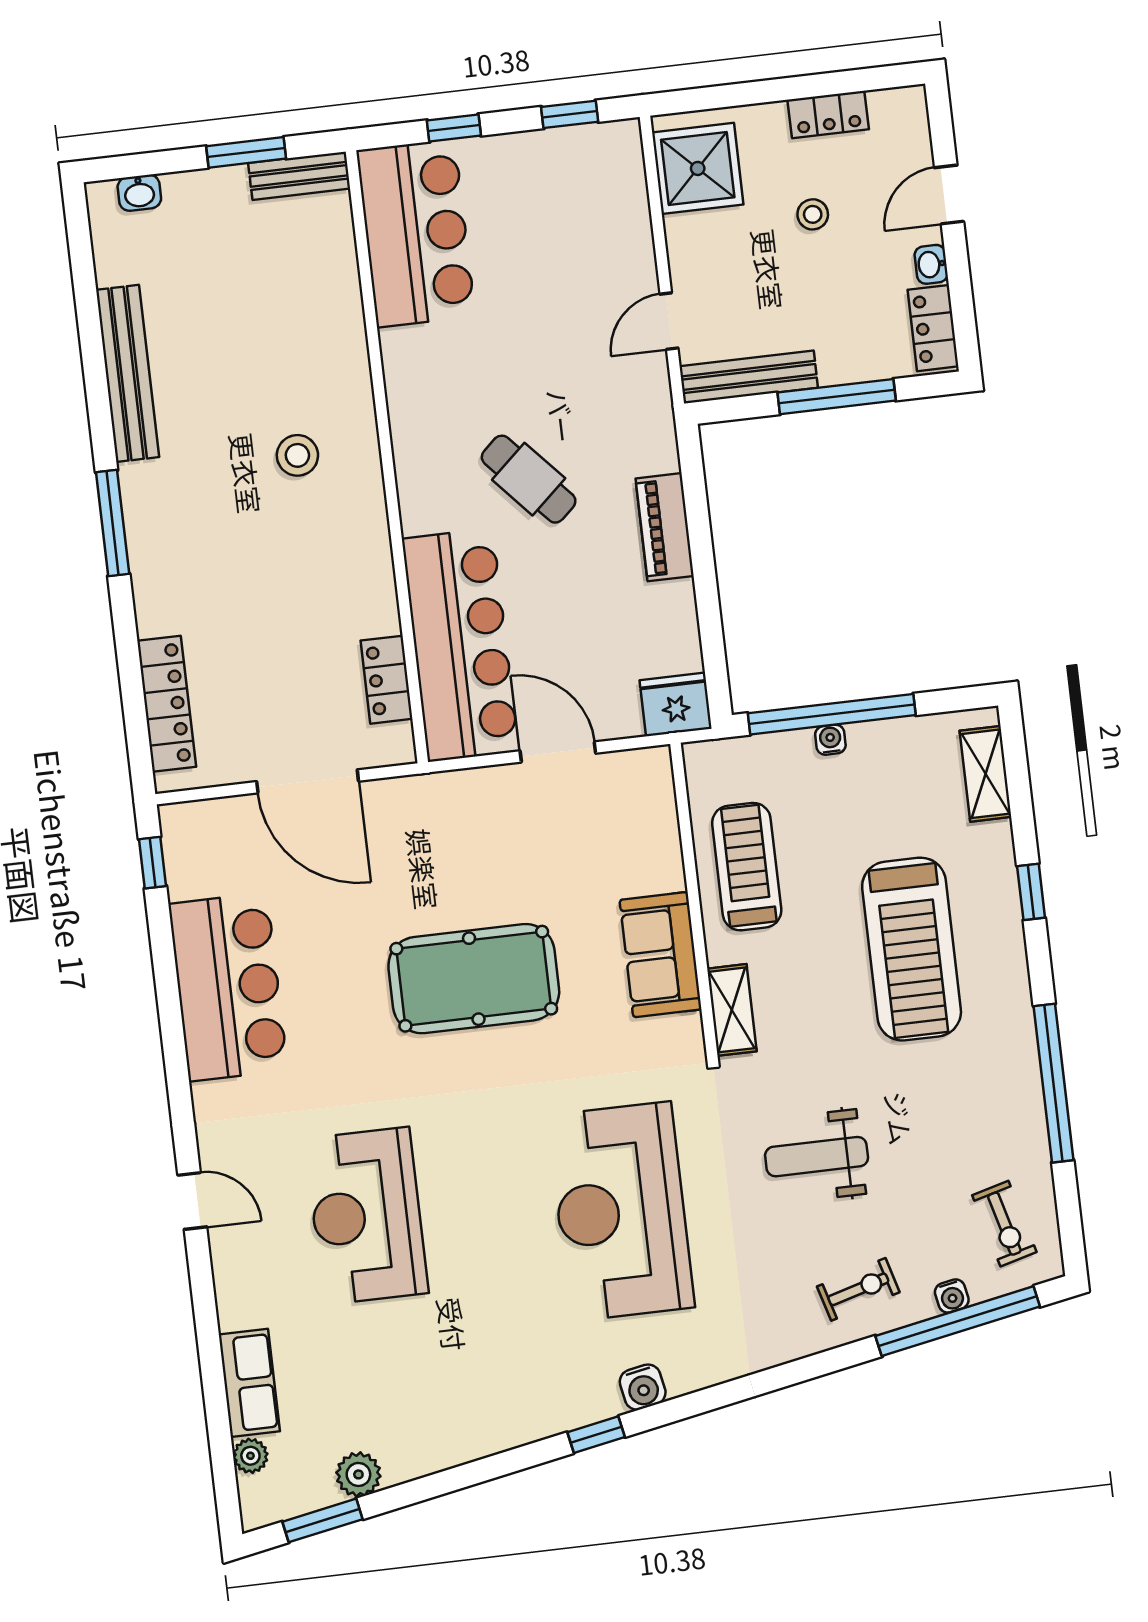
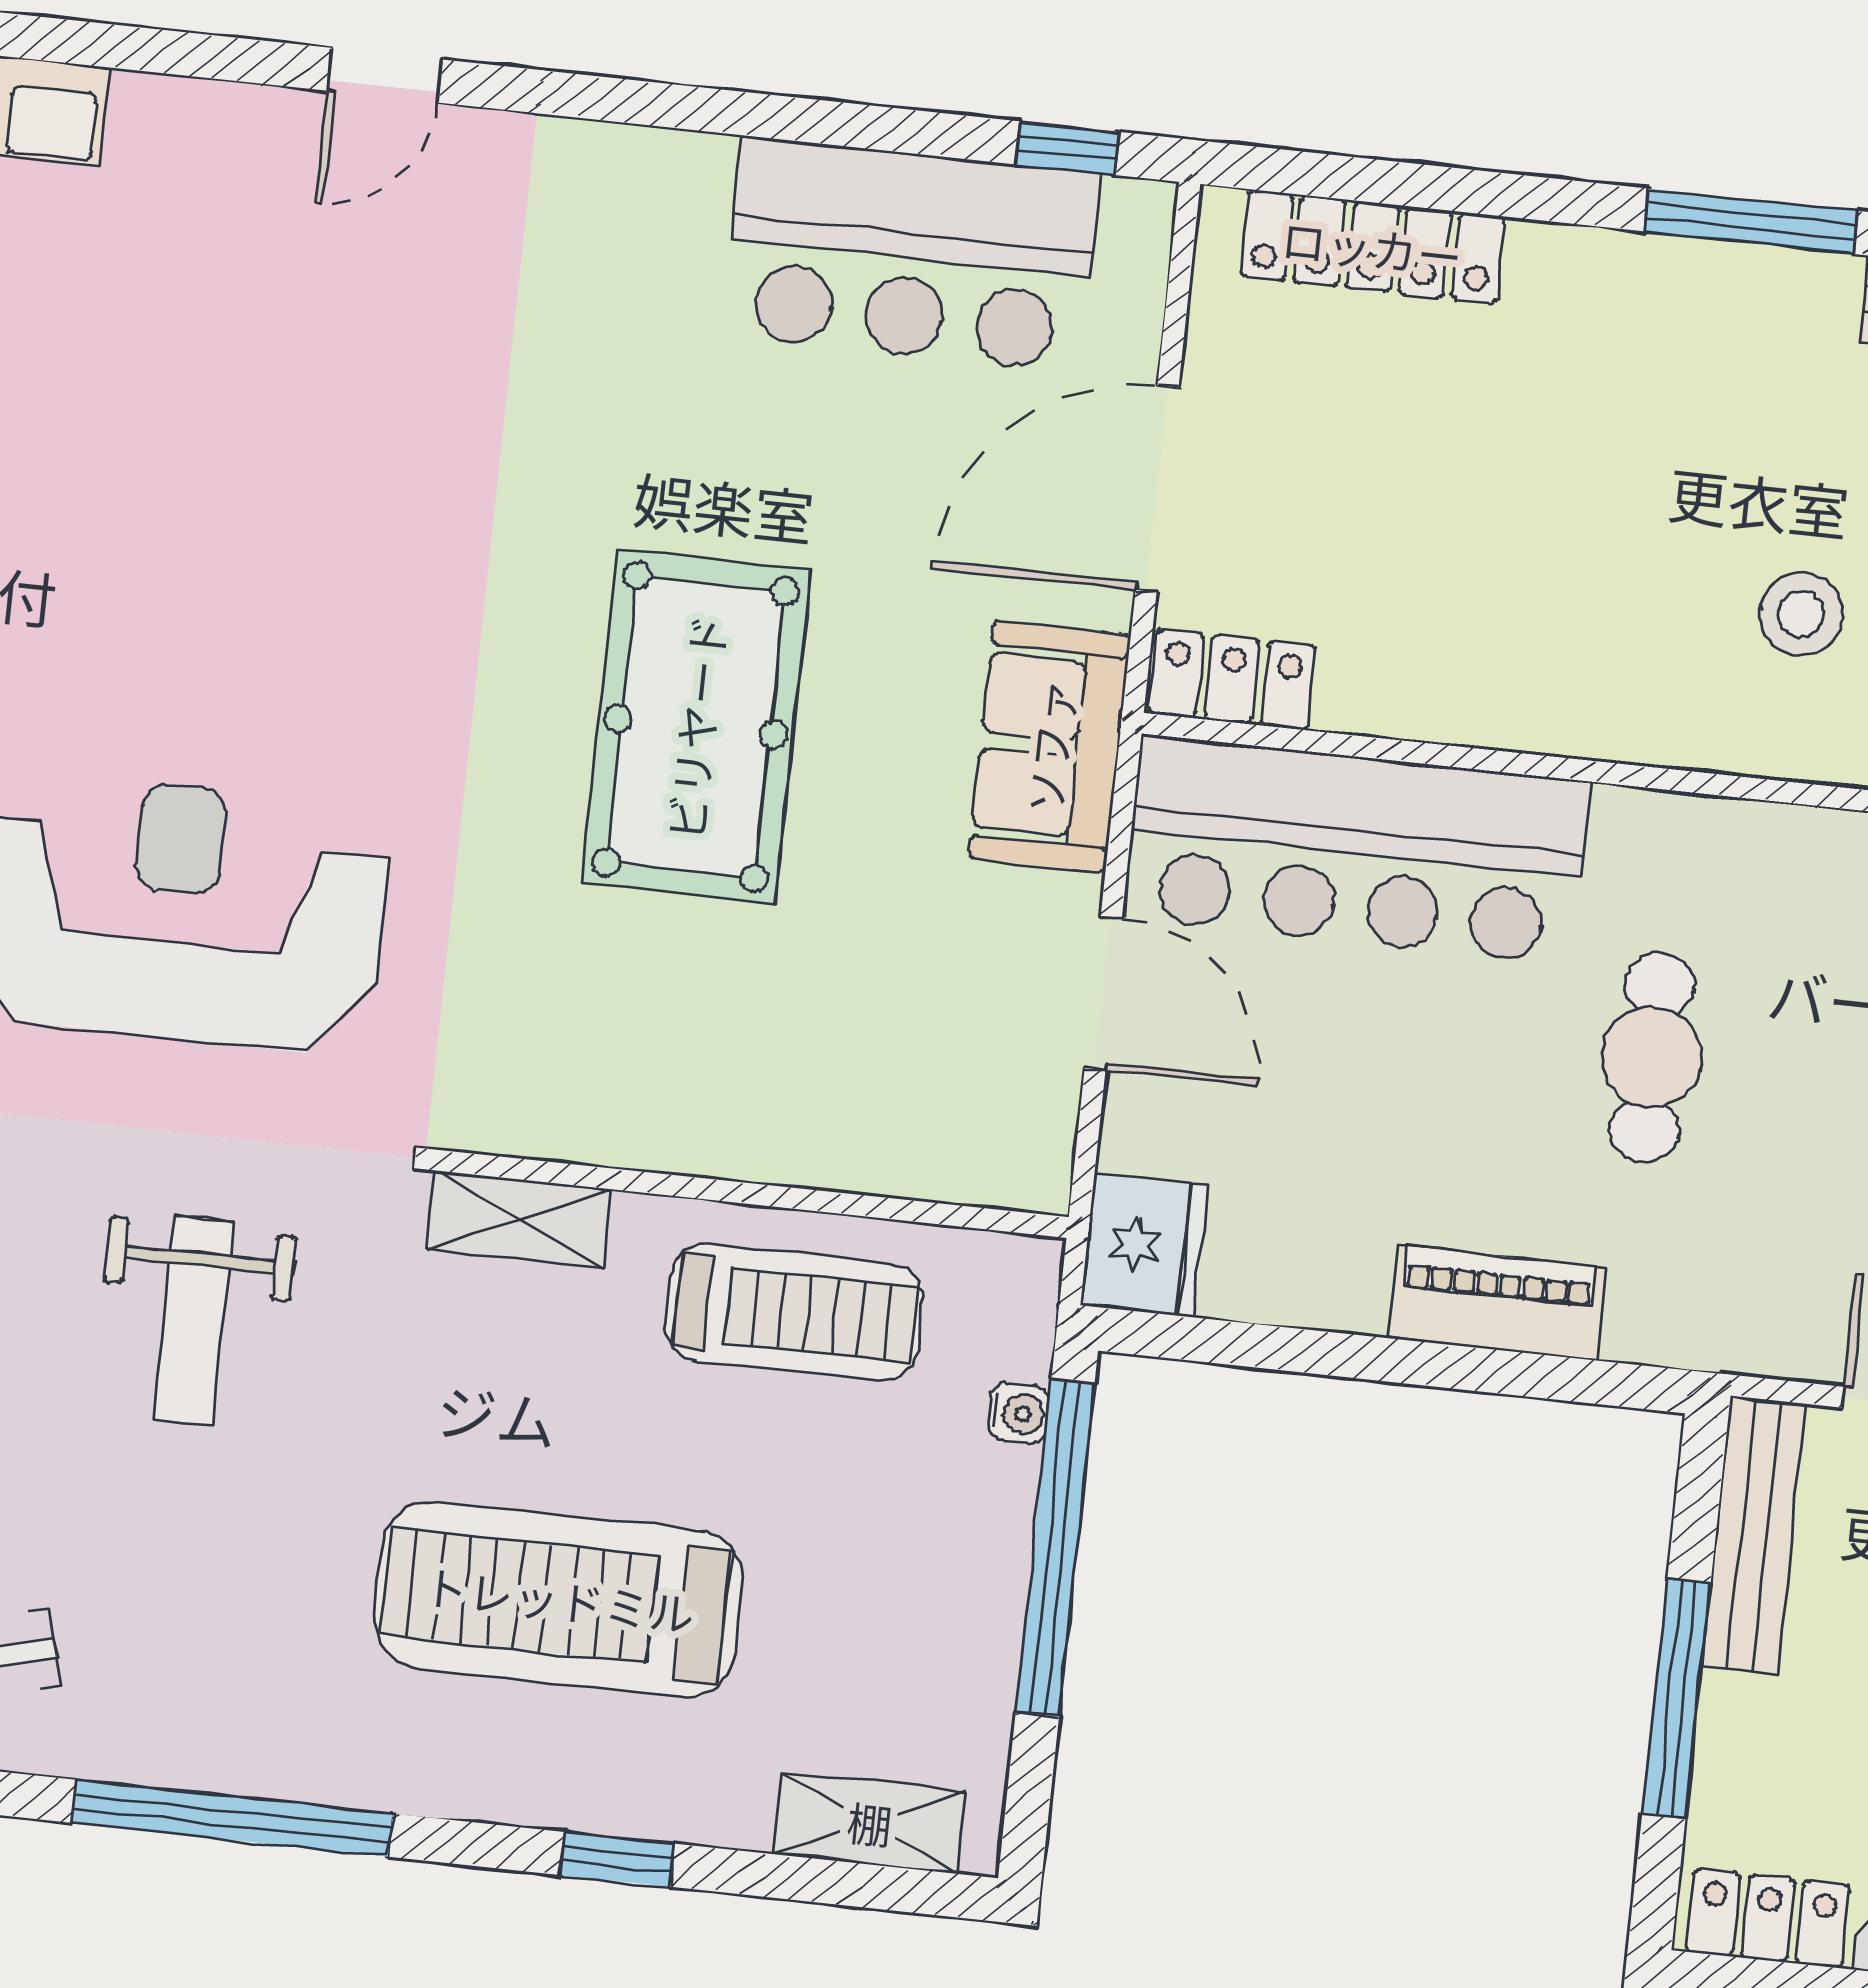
cafe table: (529, 479) -> (1652, 1057), turned -48
locker: (387, 680) -> (1232, 679), moved
water cooler: (830, 740) -> (1019, 1413), moved
door: (558, 752) -> (1103, 993), hinge flipped
sofa: (660, 955) -> (1050, 746), moved, turned -90
bar counter: (228, 987) -> (911, 254), moved
weight bench: (817, 1157) -> (194, 1320), turned 180
reception desk: (367, 1216) -> (278, 411), removed

